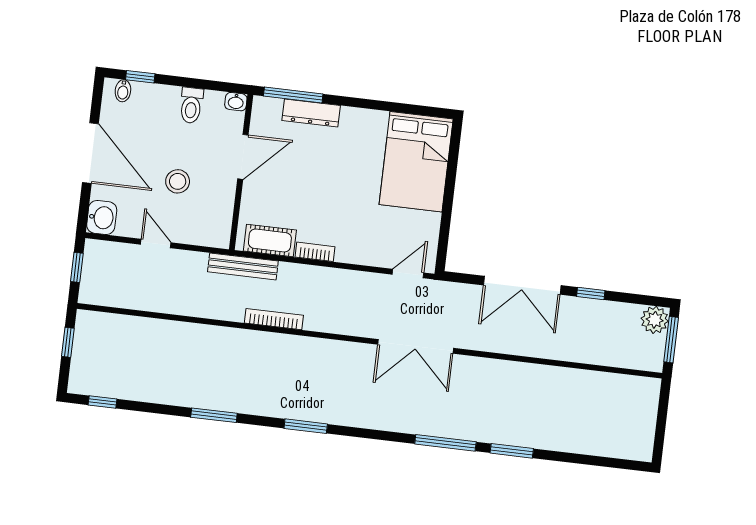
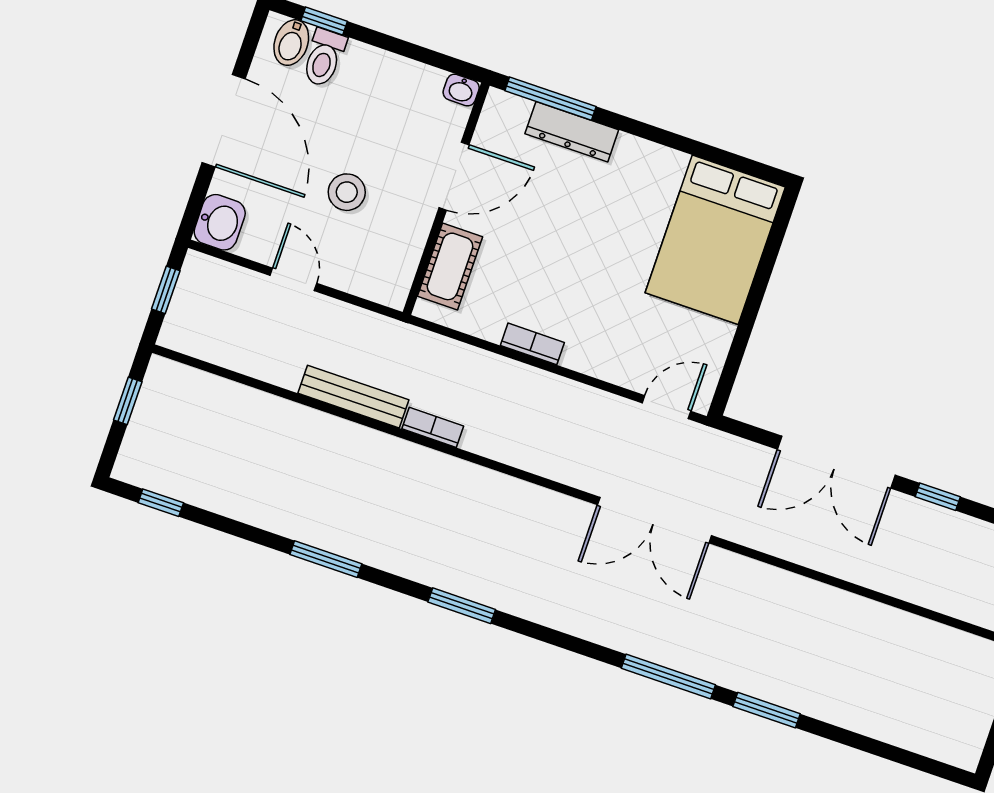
bidet: (123, 91) -> (291, 43), width x1.38, depth x1.36
toilet: (191, 105) -> (324, 58), moved
cot: (270, 241) -> (450, 266), moved, turned 90
bench: (243, 266) -> (353, 397), moved
bookcase: (274, 319) -> (433, 427), width x0.64

